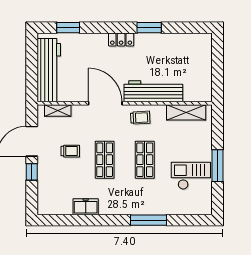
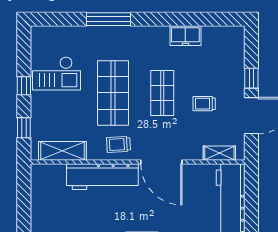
window: (218, 131) -> (24, 128), added
shop shelf: (145, 160) -> (113, 93), width x1.43, depth x1.36
window: (218, 166) -> (24, 86), width x0.46

